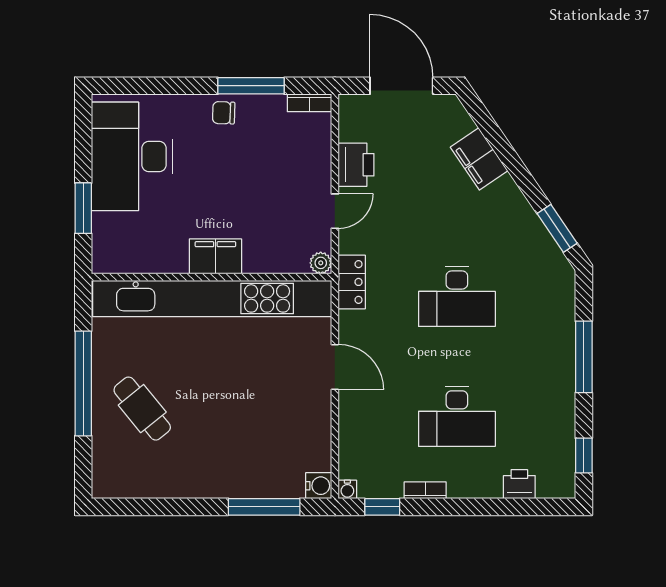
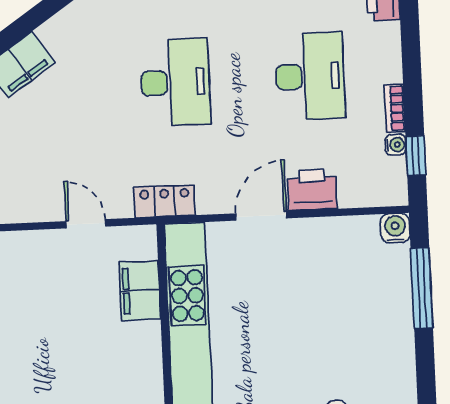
printer: (356, 165) -> (312, 190), moved
filing cabinet: (215, 256) -> (140, 291), moved
plant: (321, 263) -> (145, 237), removed
water cooler: (347, 489) -> (396, 145), moved

